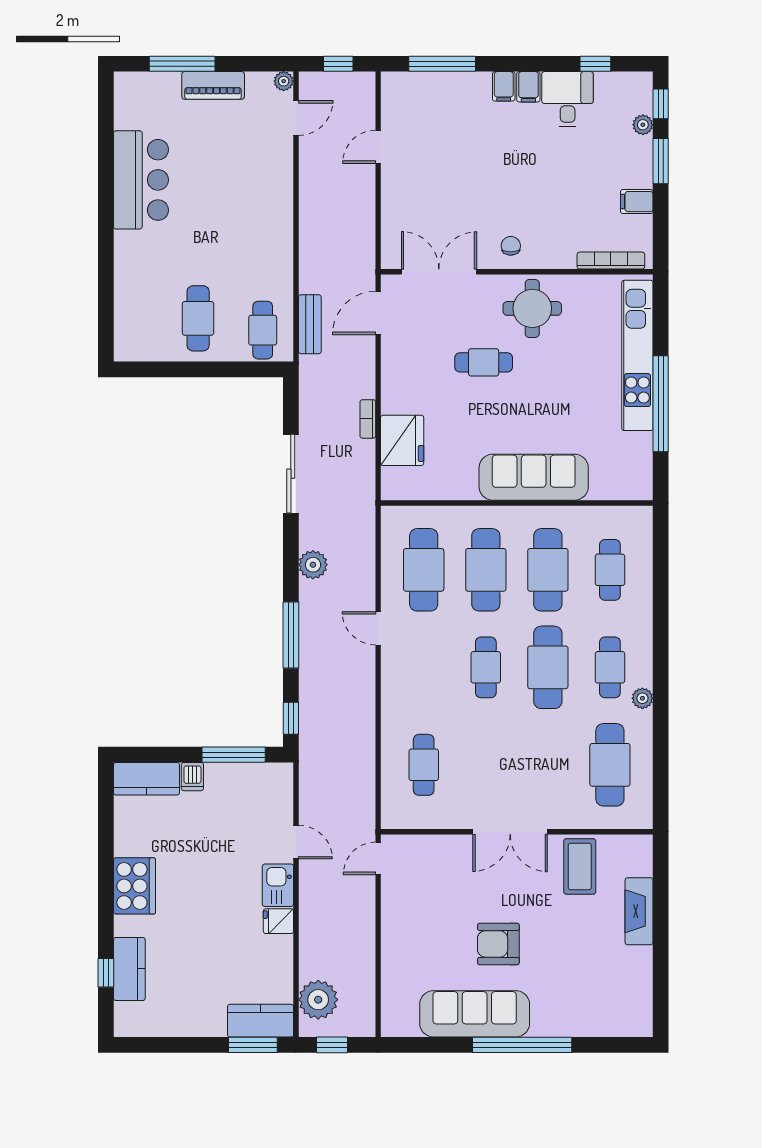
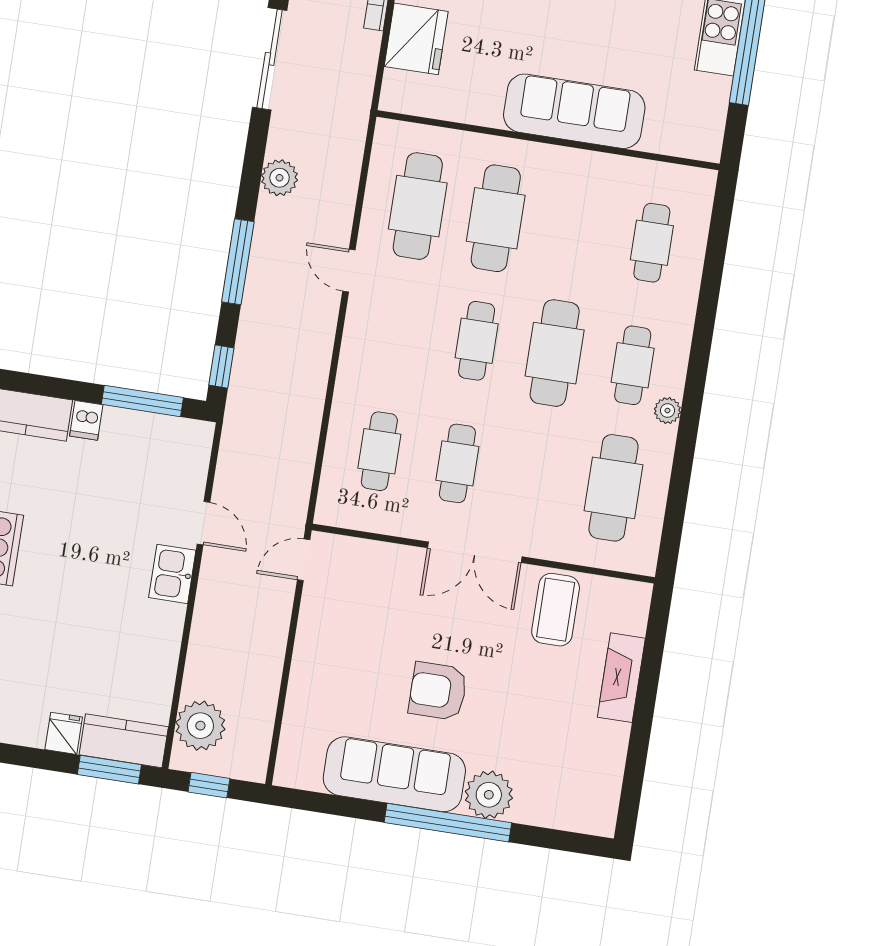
cafe table: (548, 570) -> (457, 463), moved, width x0.73, depth x0.74
fridge: (278, 921) -> (64, 733), moved, turned 90
plant: (550, 1018) -> (489, 795), added

